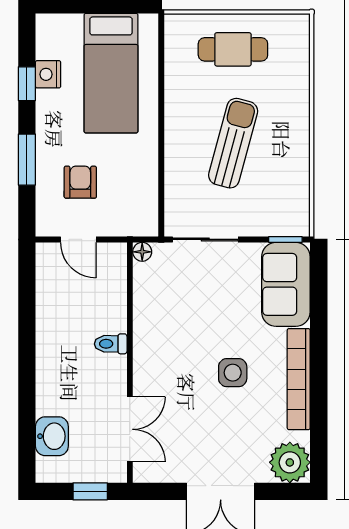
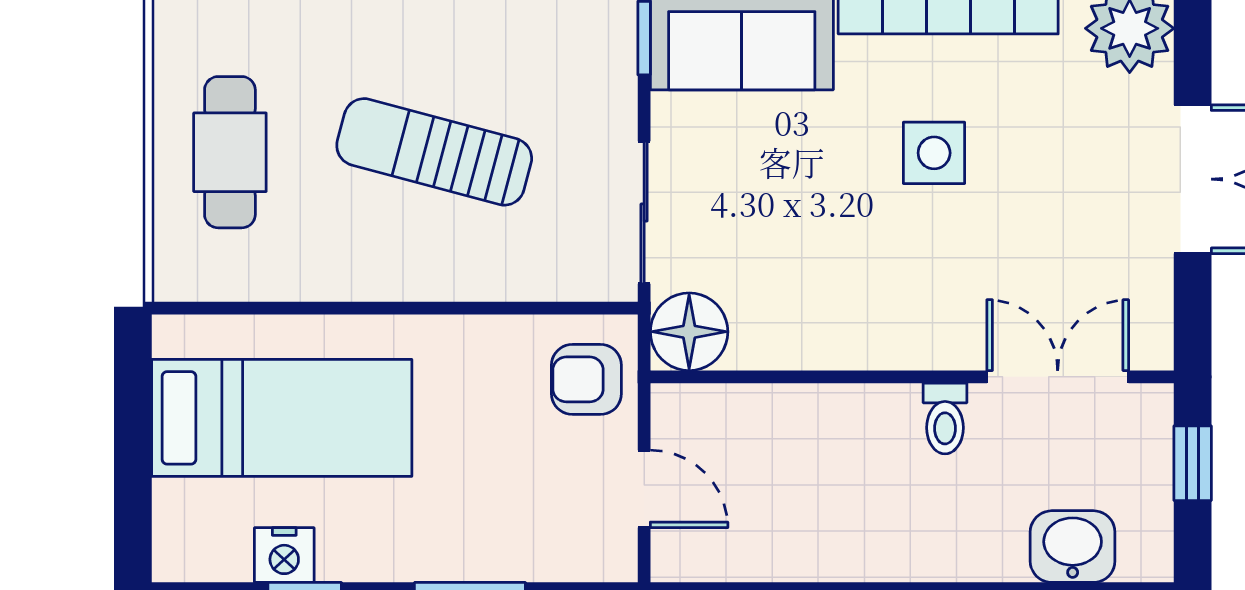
armchair: (80, 182) -> (586, 379), moved
door: (78, 239) -> (644, 489), hinge flipped
floor lamp: (142, 252) -> (689, 332), width x1.89, depth x1.89
toilet: (111, 344) -> (945, 418), moved

